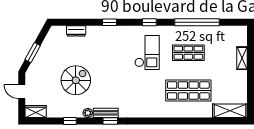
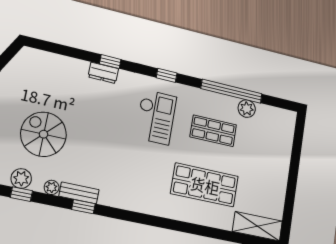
dresser: (76, 31) -> (103, 73), moved
plant: (210, 32) -> (247, 109), added
shelving: (242, 58) -> (284, 155), removed
spiral stairs: (76, 80) -> (44, 134), turned -90
plant: (68, 111) -> (21, 178), added

